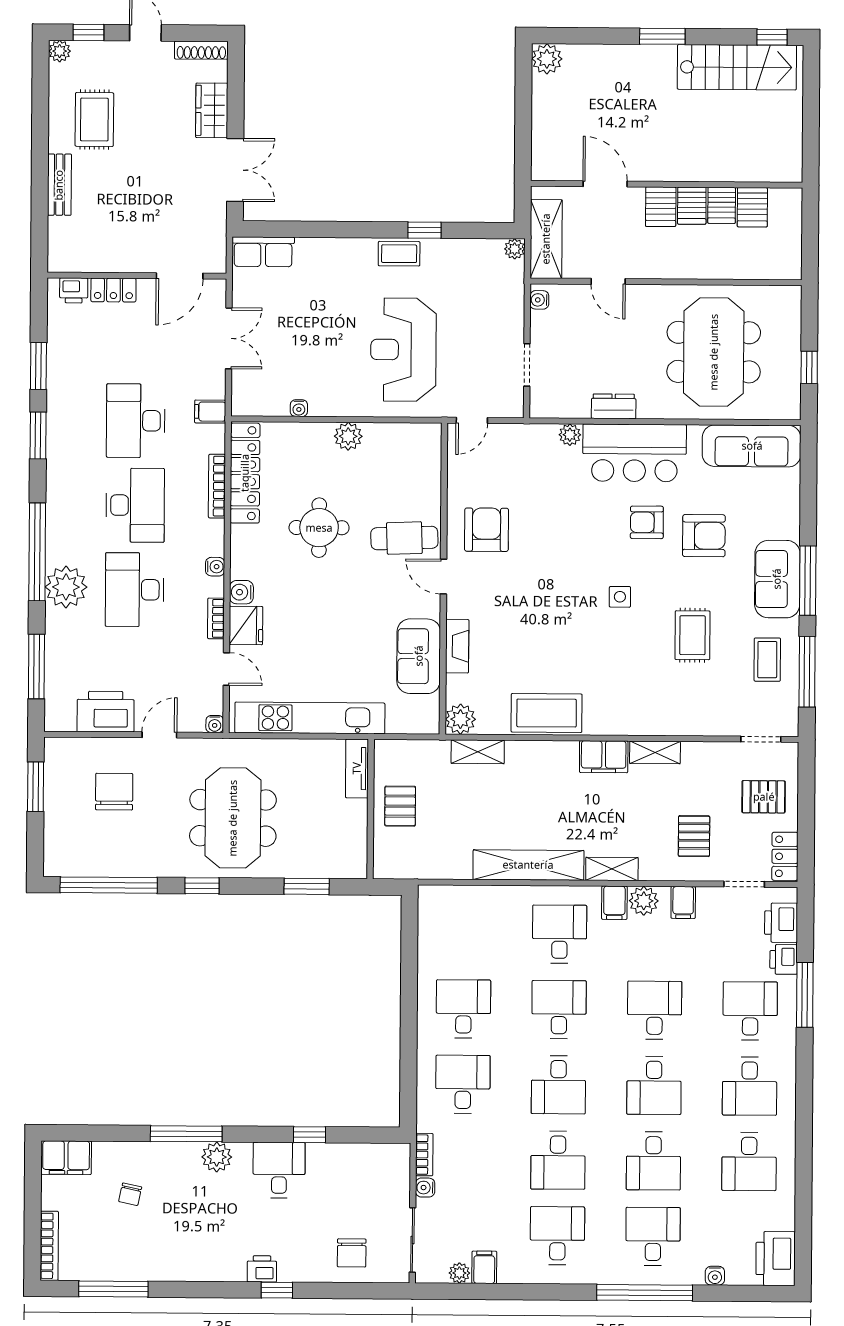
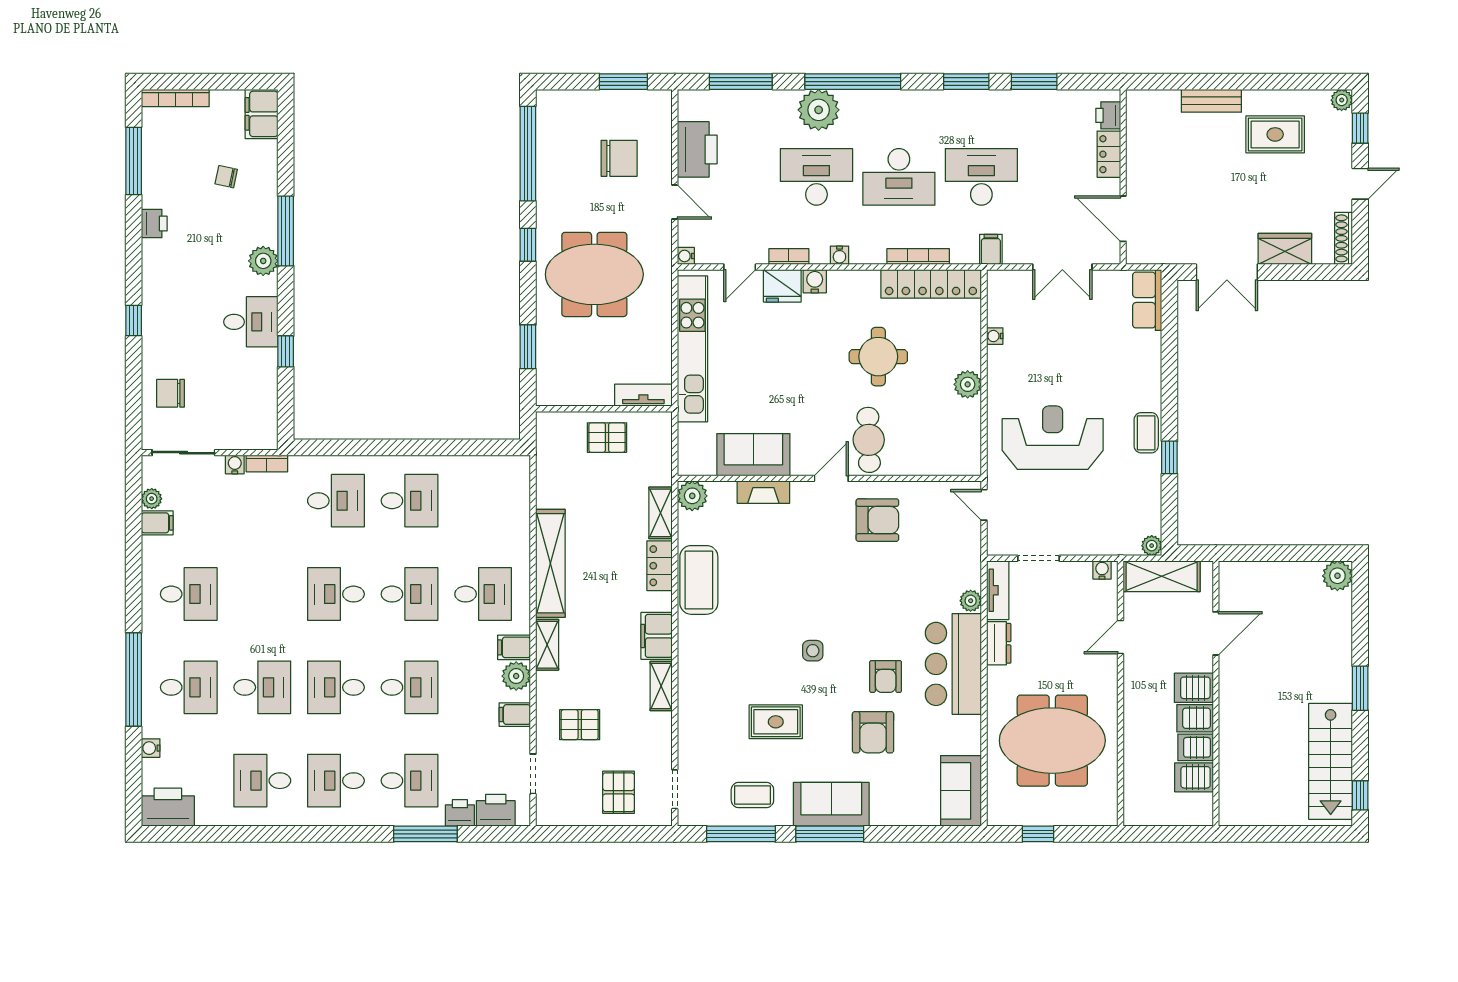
tv unit: (559, 407) -> (998, 590), added
sofa: (752, 446) -> (961, 791), width x0.73
armchair: (647, 522) -> (886, 676), turned 180
locker: (785, 856) -> (660, 566), moved, turned -90
desk: (558, 1160) -> (262, 594), removed
desk: (653, 1161) -> (262, 687), turned 180
printer: (262, 1269) -> (154, 224), moved

